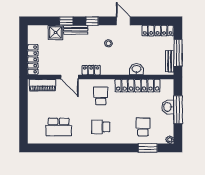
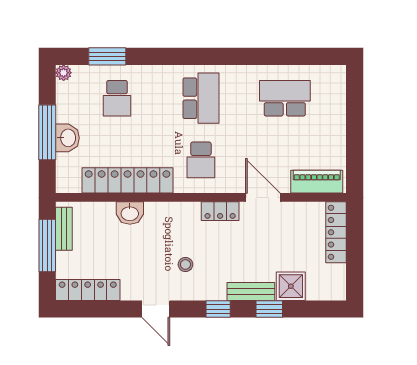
school desk: (101, 127) -> (201, 98), width x1.85

